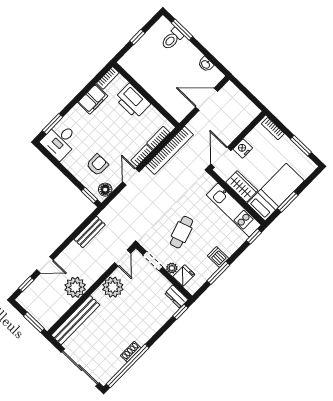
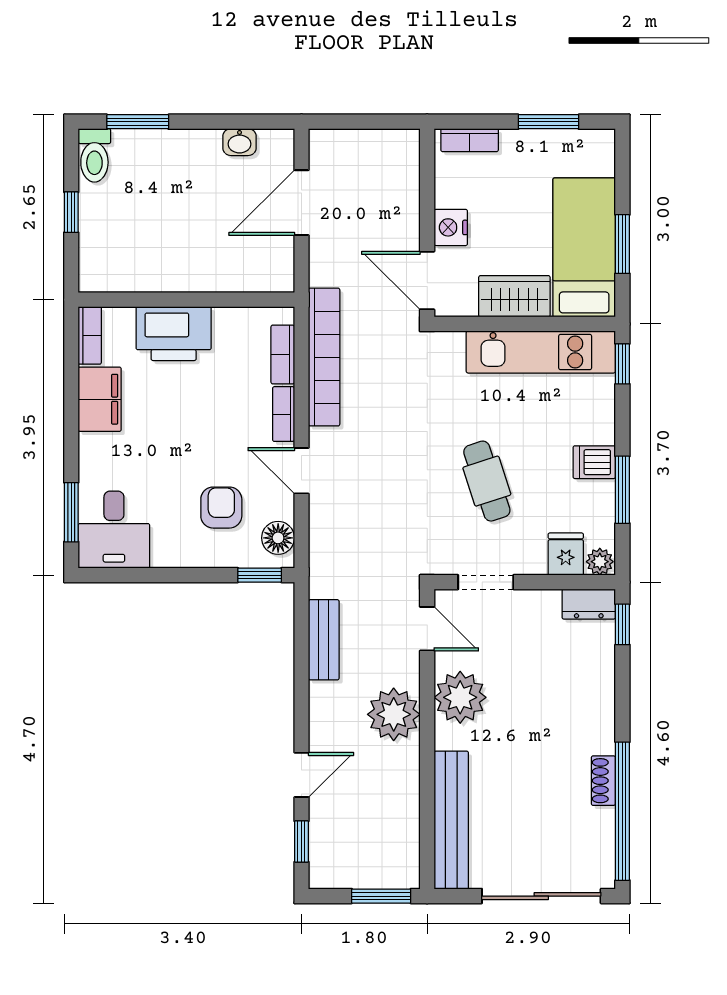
toilet: (172, 39) -> (94, 155), moved
plant: (172, 268) -> (600, 562), moved
plant: (75, 287) -> (394, 714), moved

